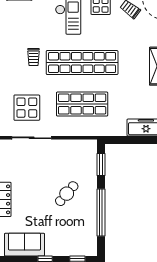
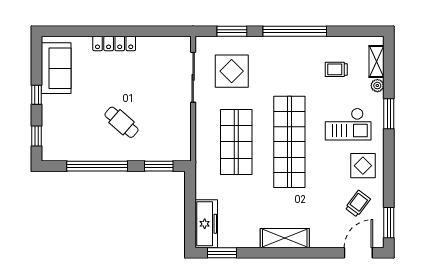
trolley: (33, 57) -> (336, 69), moved

